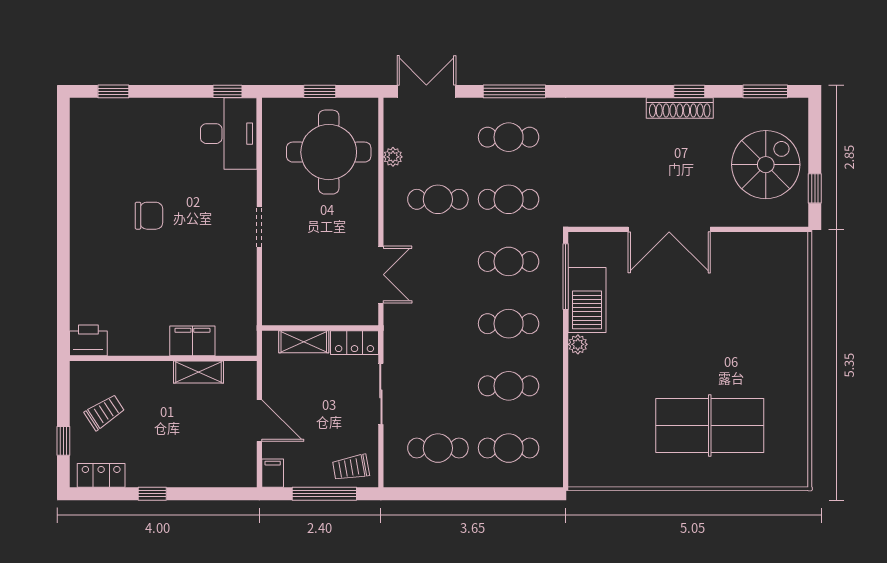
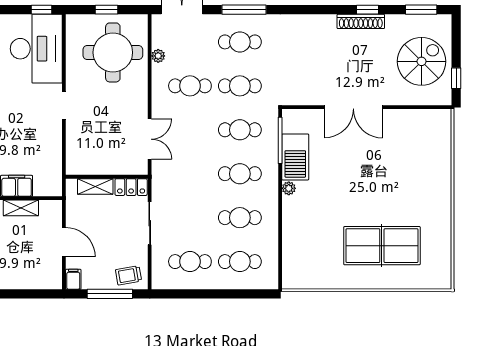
desk: (229, 134) -> (36, 49), width x1.36, depth x1.30

